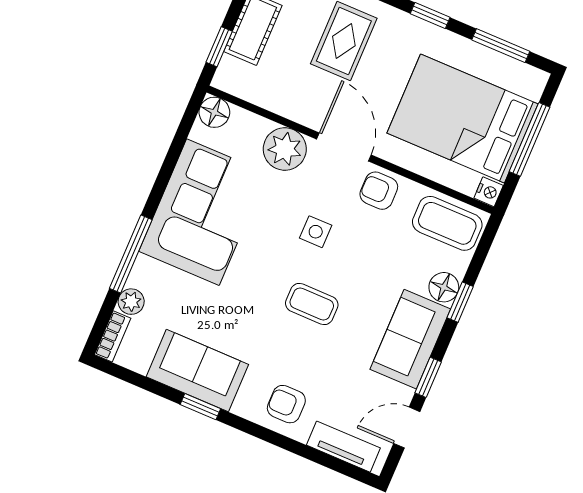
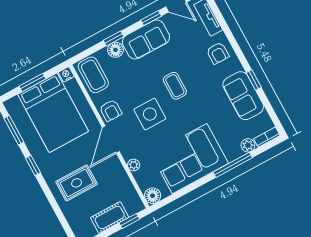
window: (530, 139) -> (32, 82), width x0.69
plant: (285, 149) -> (134, 165), width x0.53, depth x0.53
side table: (316, 232) -> (150, 114), width x1.87, depth x1.87

